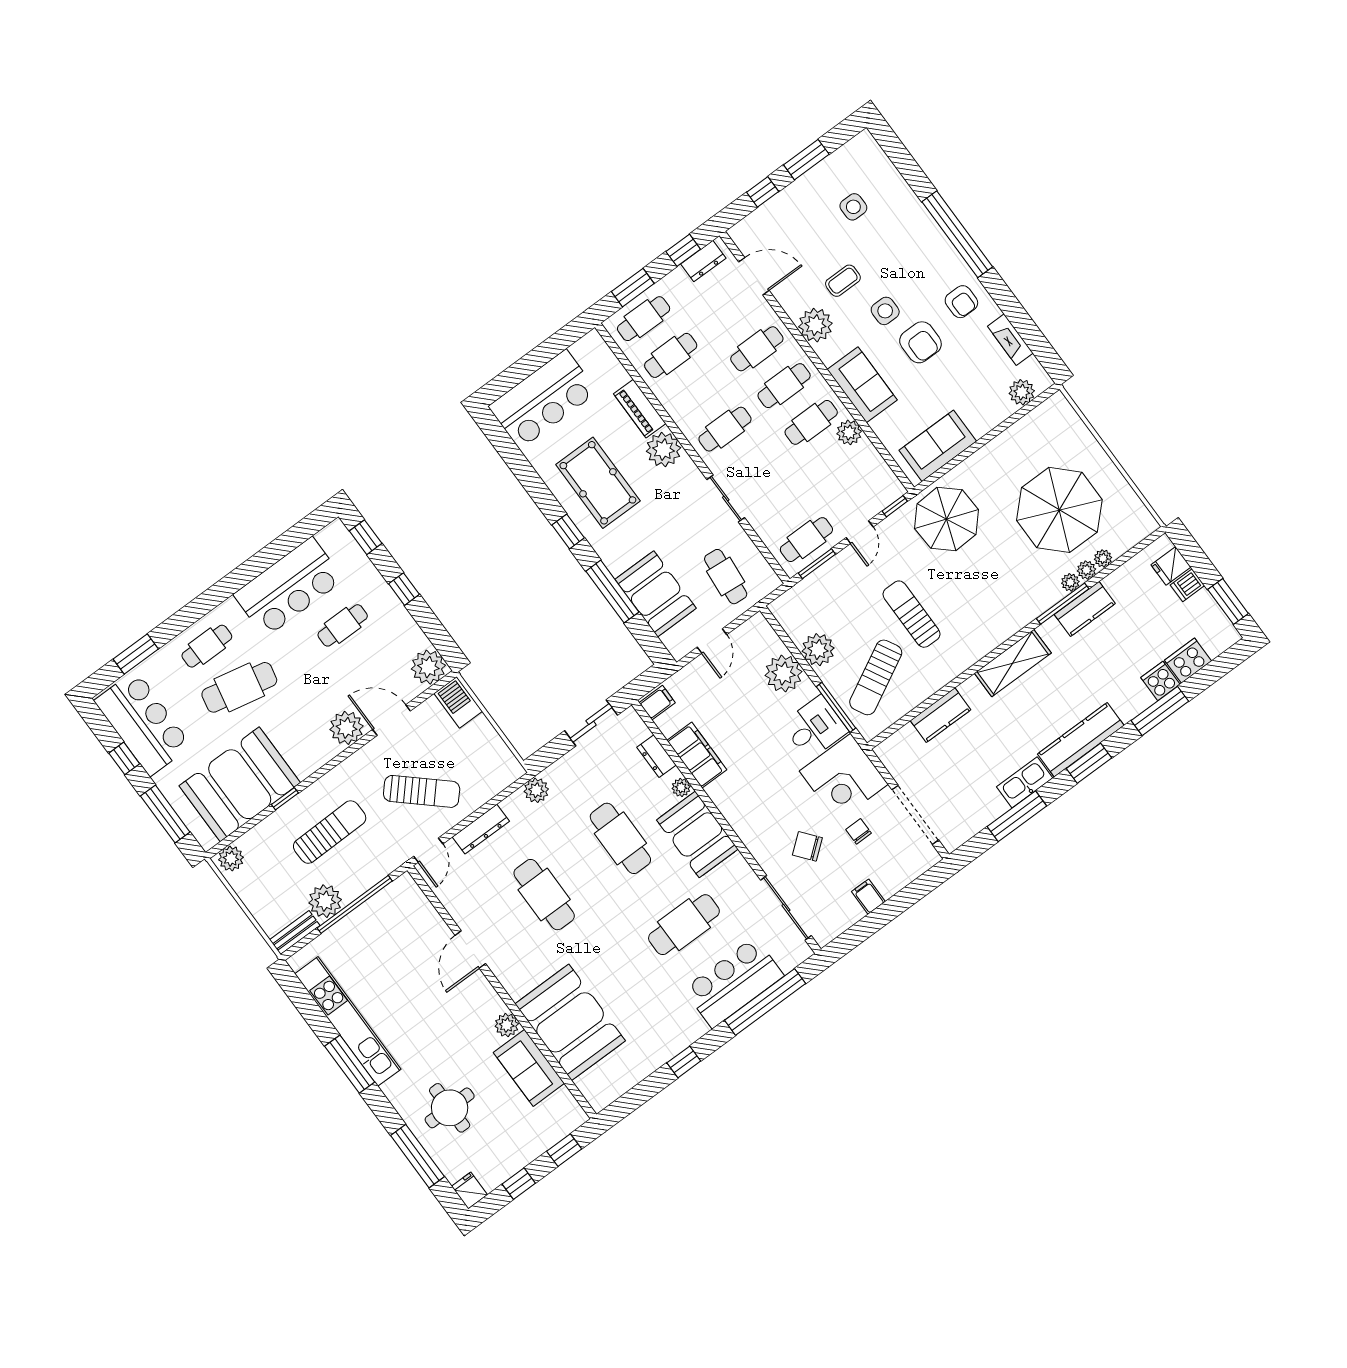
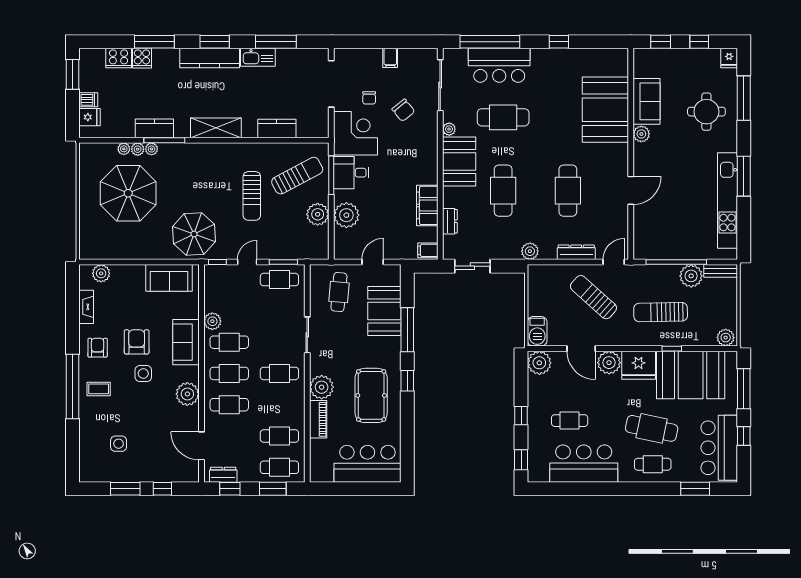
coffee table: (843, 281) -> (99, 389), moved
fridge: (309, 751) -> (639, 365), added
plant: (681, 787) -> (449, 129), moved

